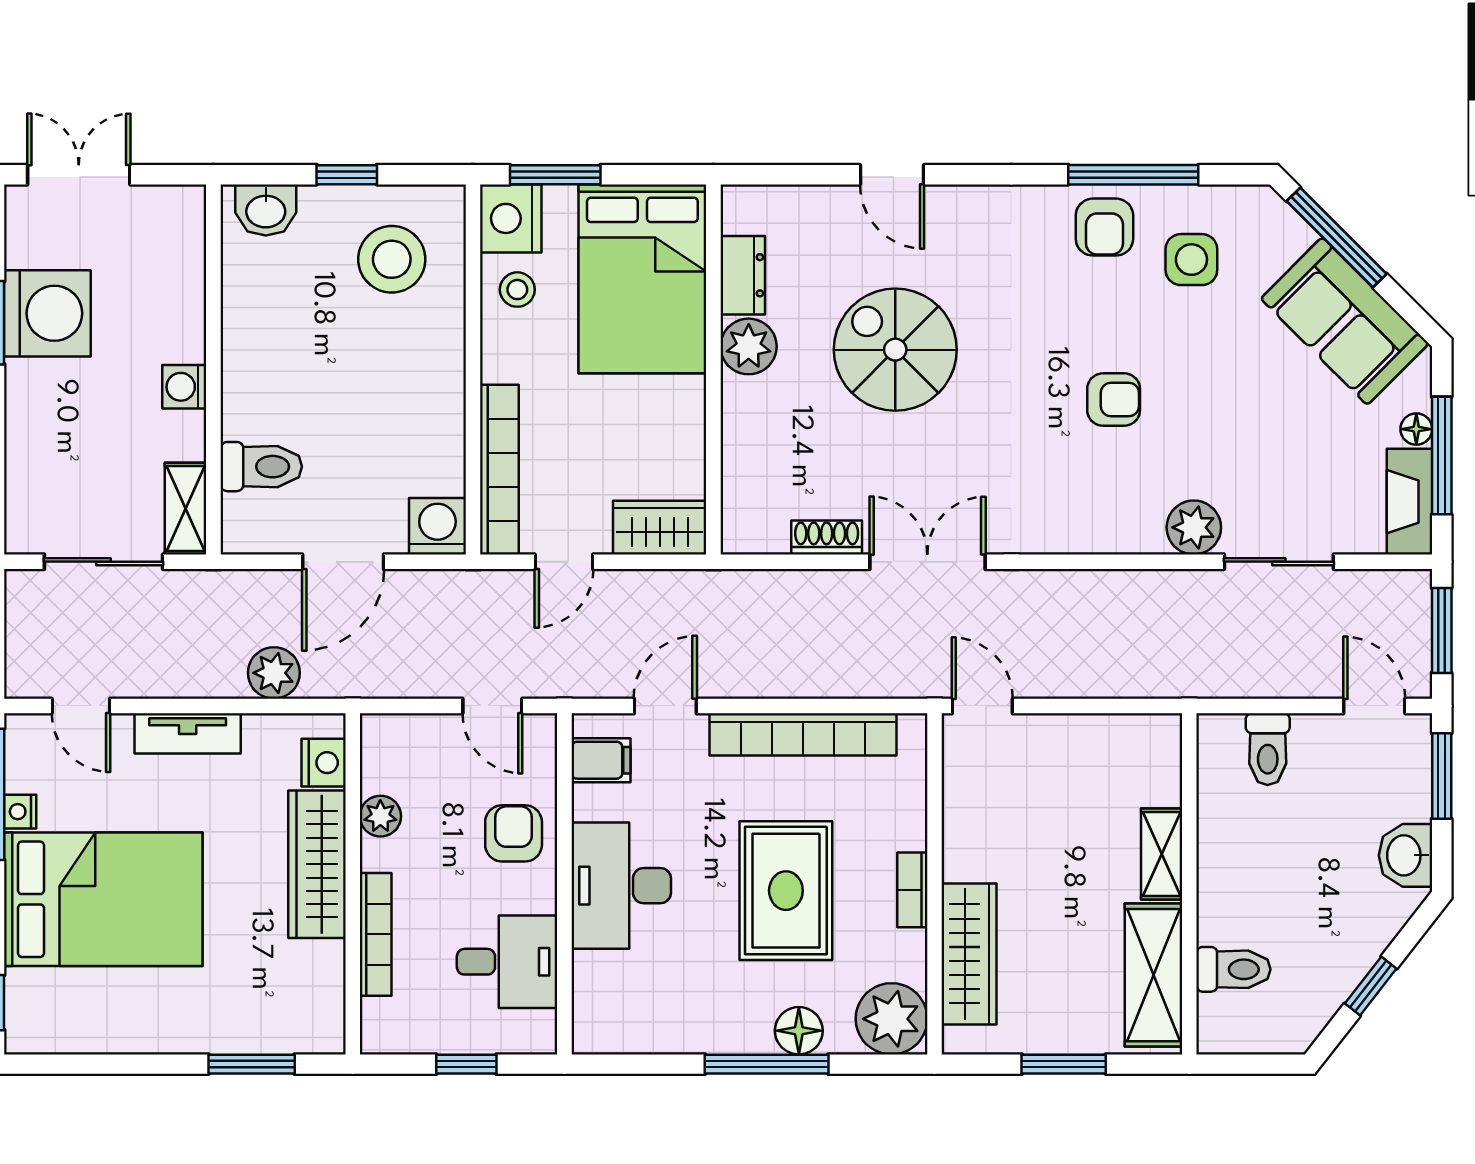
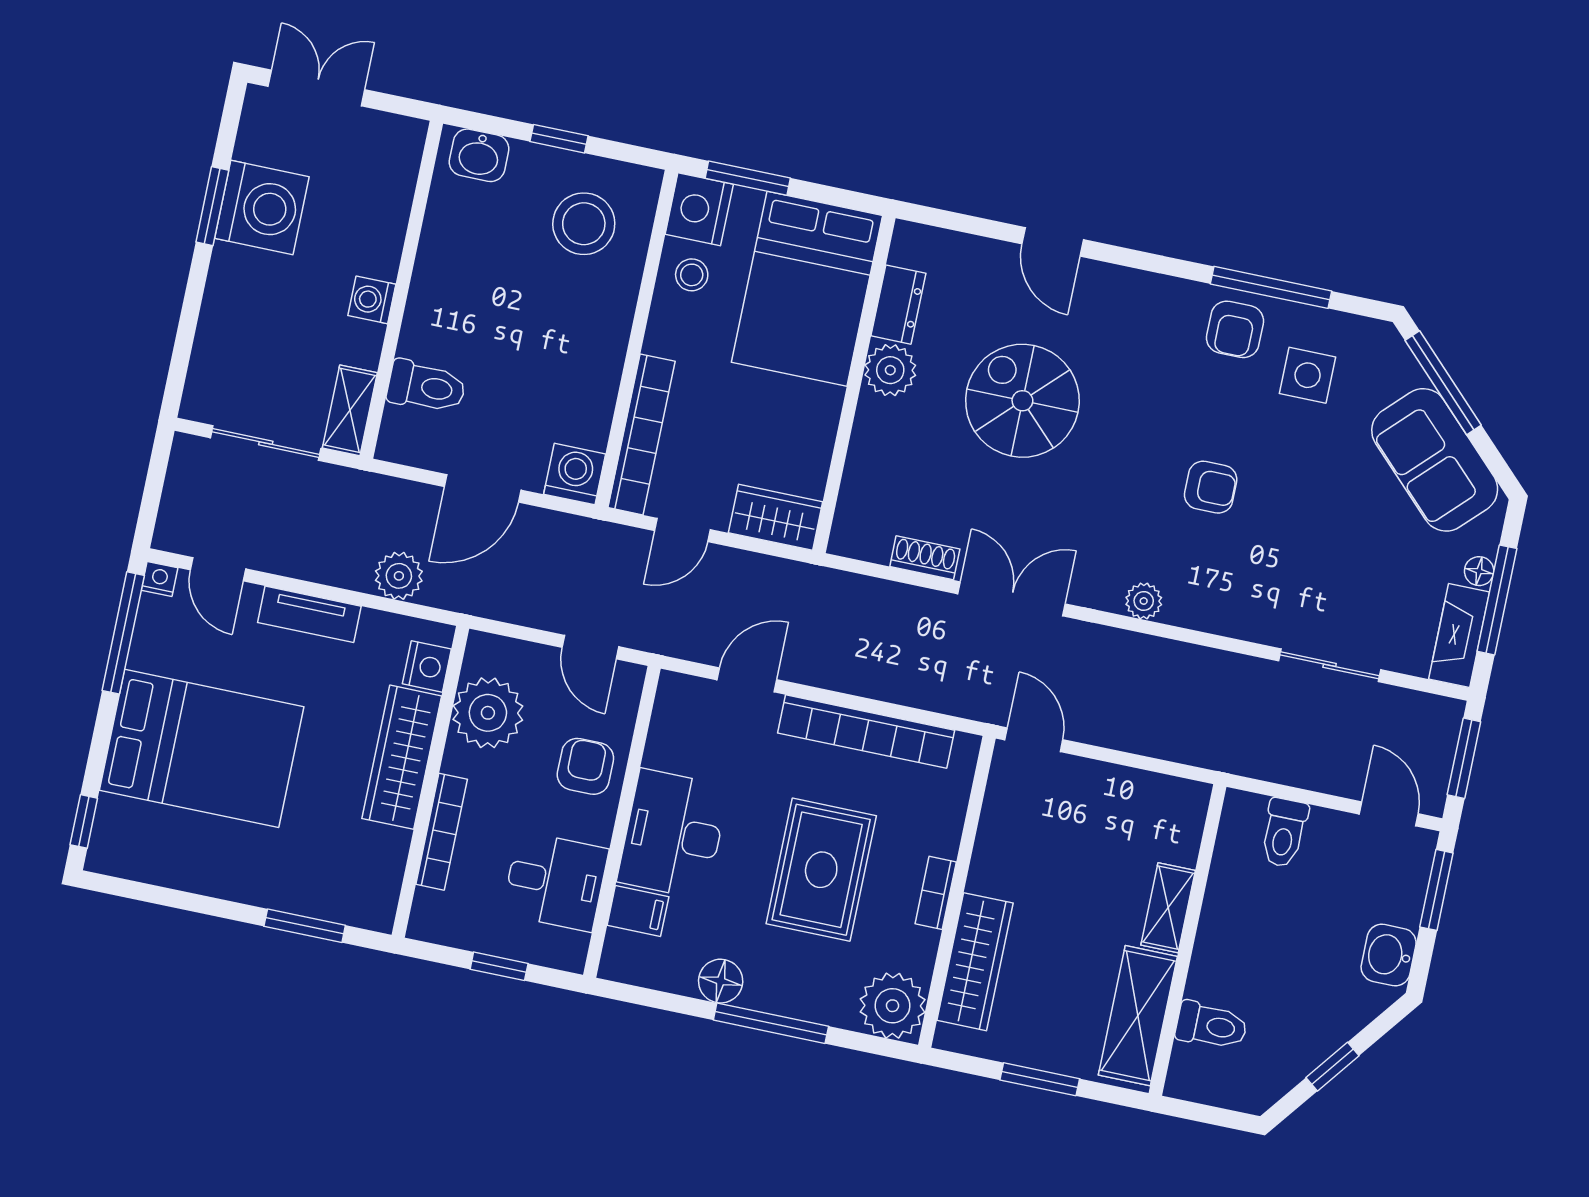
plant: (1194, 527) -> (1144, 601), moved, width x0.73, depth x0.73
filing cabinet: (601, 760) -> (638, 911), moved
nightstand: (20, 812) -> (159, 579), moved, turned 90
plant: (380, 816) -> (488, 713), width x1.88, depth x1.88
floor lamp: (799, 1031) -> (721, 981), moved

